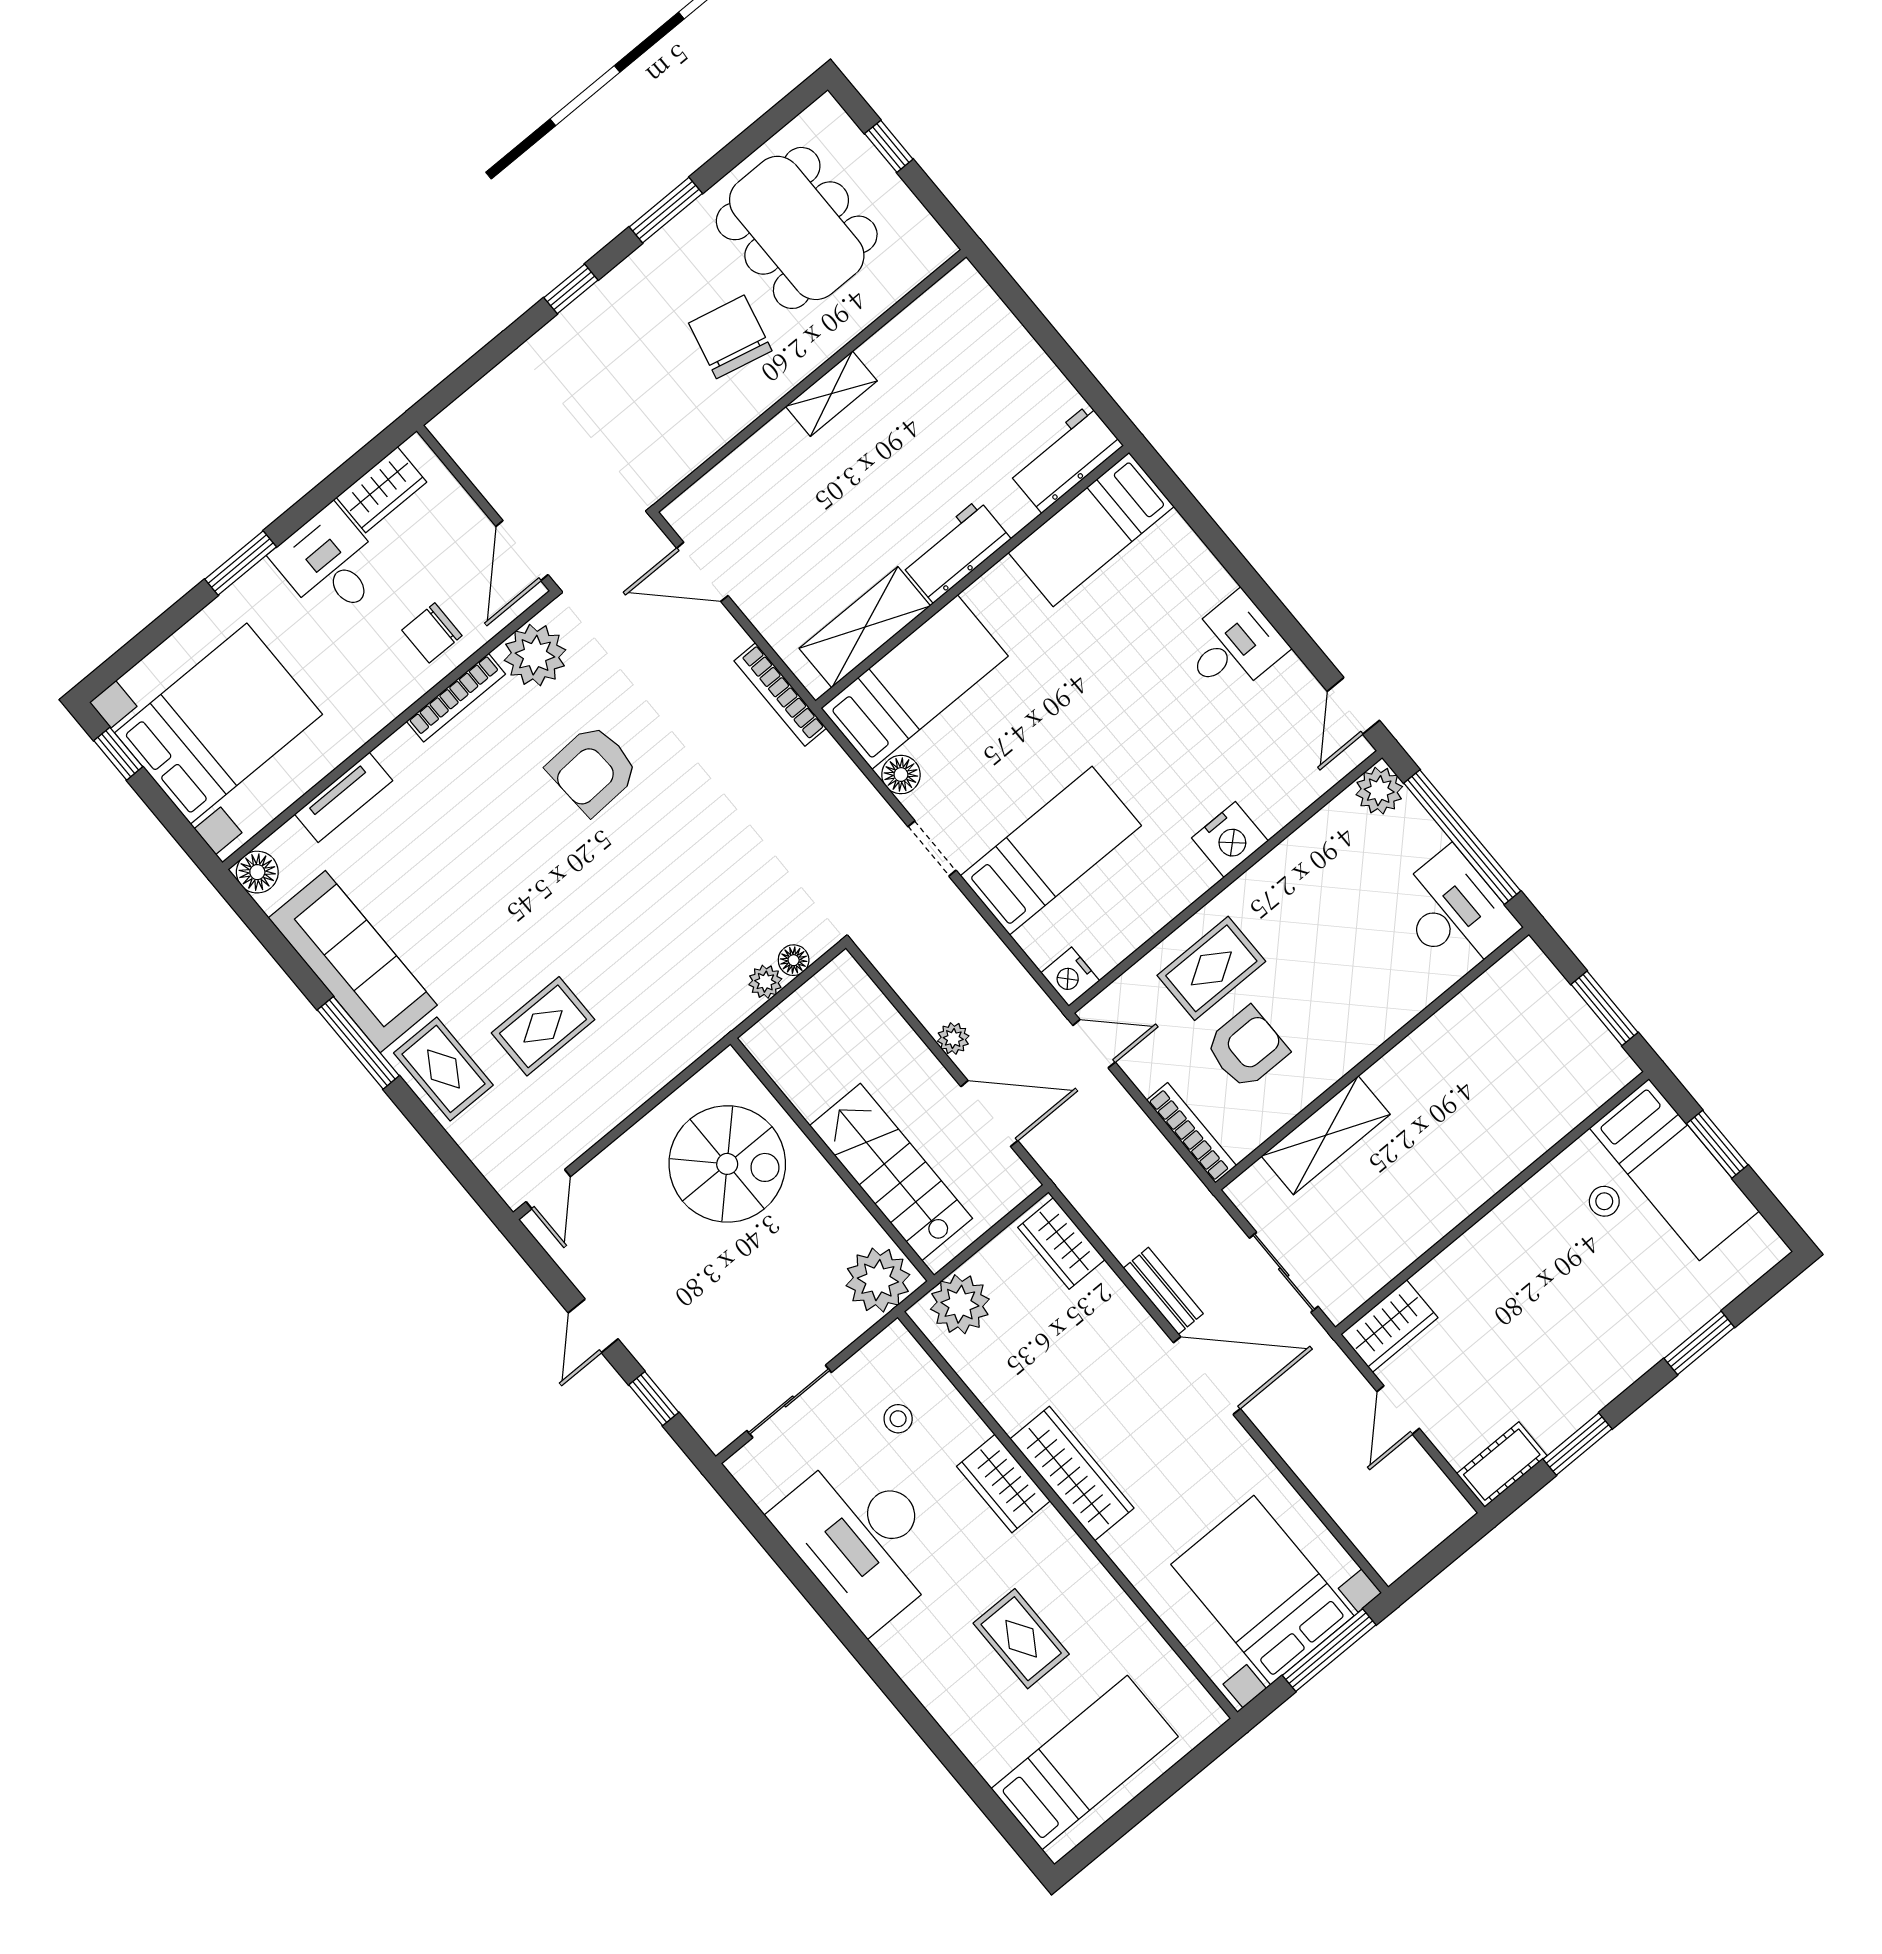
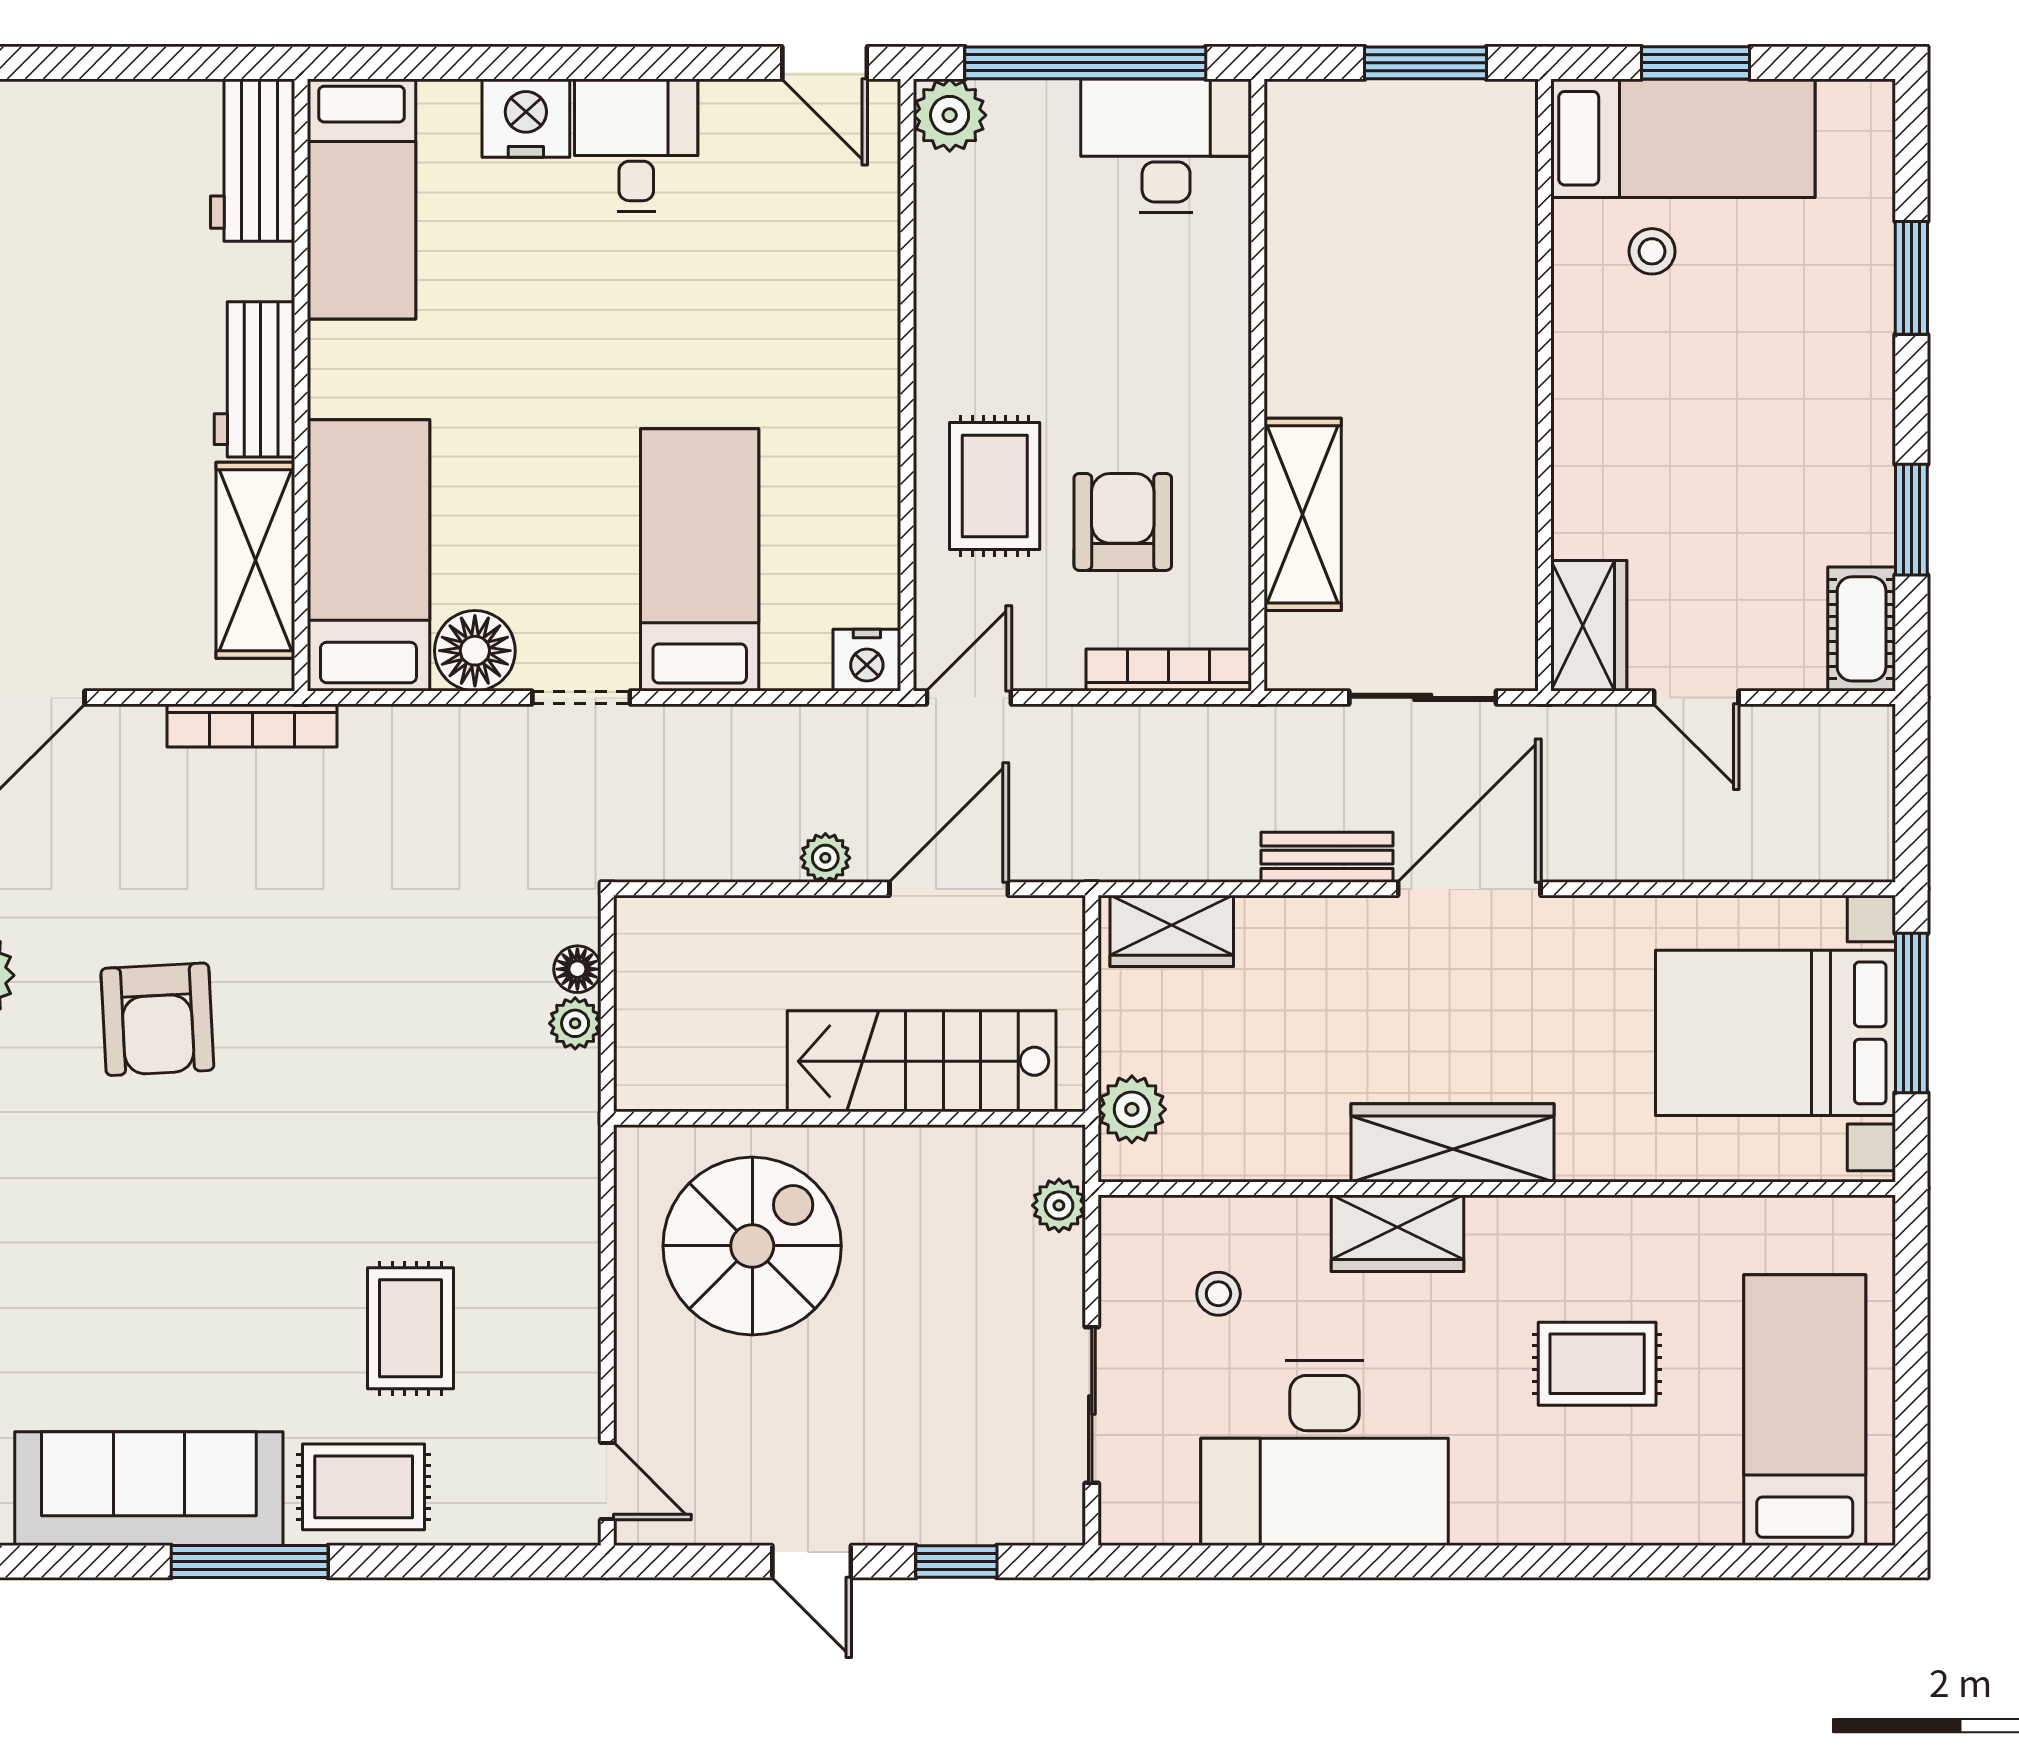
floor lamp: (901, 775) -> (475, 651), width x1.38, depth x1.38
nightstand: (1230, 839) -> (526, 118), moved, turned -90
plant: (878, 1280) -> (1059, 1205), width x0.53, depth x0.53
plant: (960, 1304) -> (1132, 1109), width x0.73, depth x0.73

